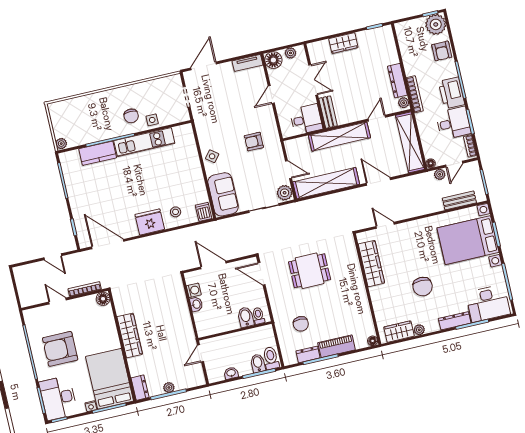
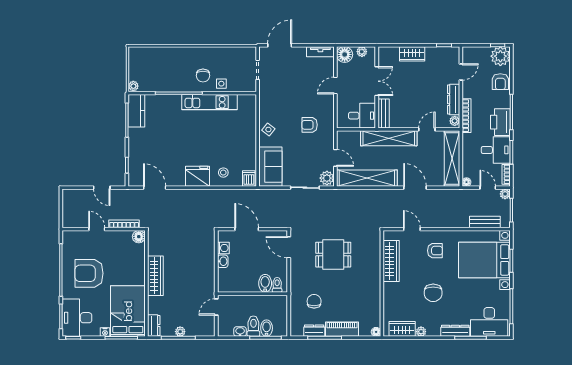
door: (398, 50) -> (461, 72), added
kitchen counter: (98, 153) -> (136, 111), moved, turned -90
door: (454, 164) -> (488, 188), swing flipped
plant: (440, 174) -> (505, 194), moved
armchair: (414, 242) -> (435, 251), added
door: (108, 244) -> (155, 188), width x0.73
chair: (301, 324) -> (314, 301), turned 180
toilet: (271, 358) -> (253, 326), moved

